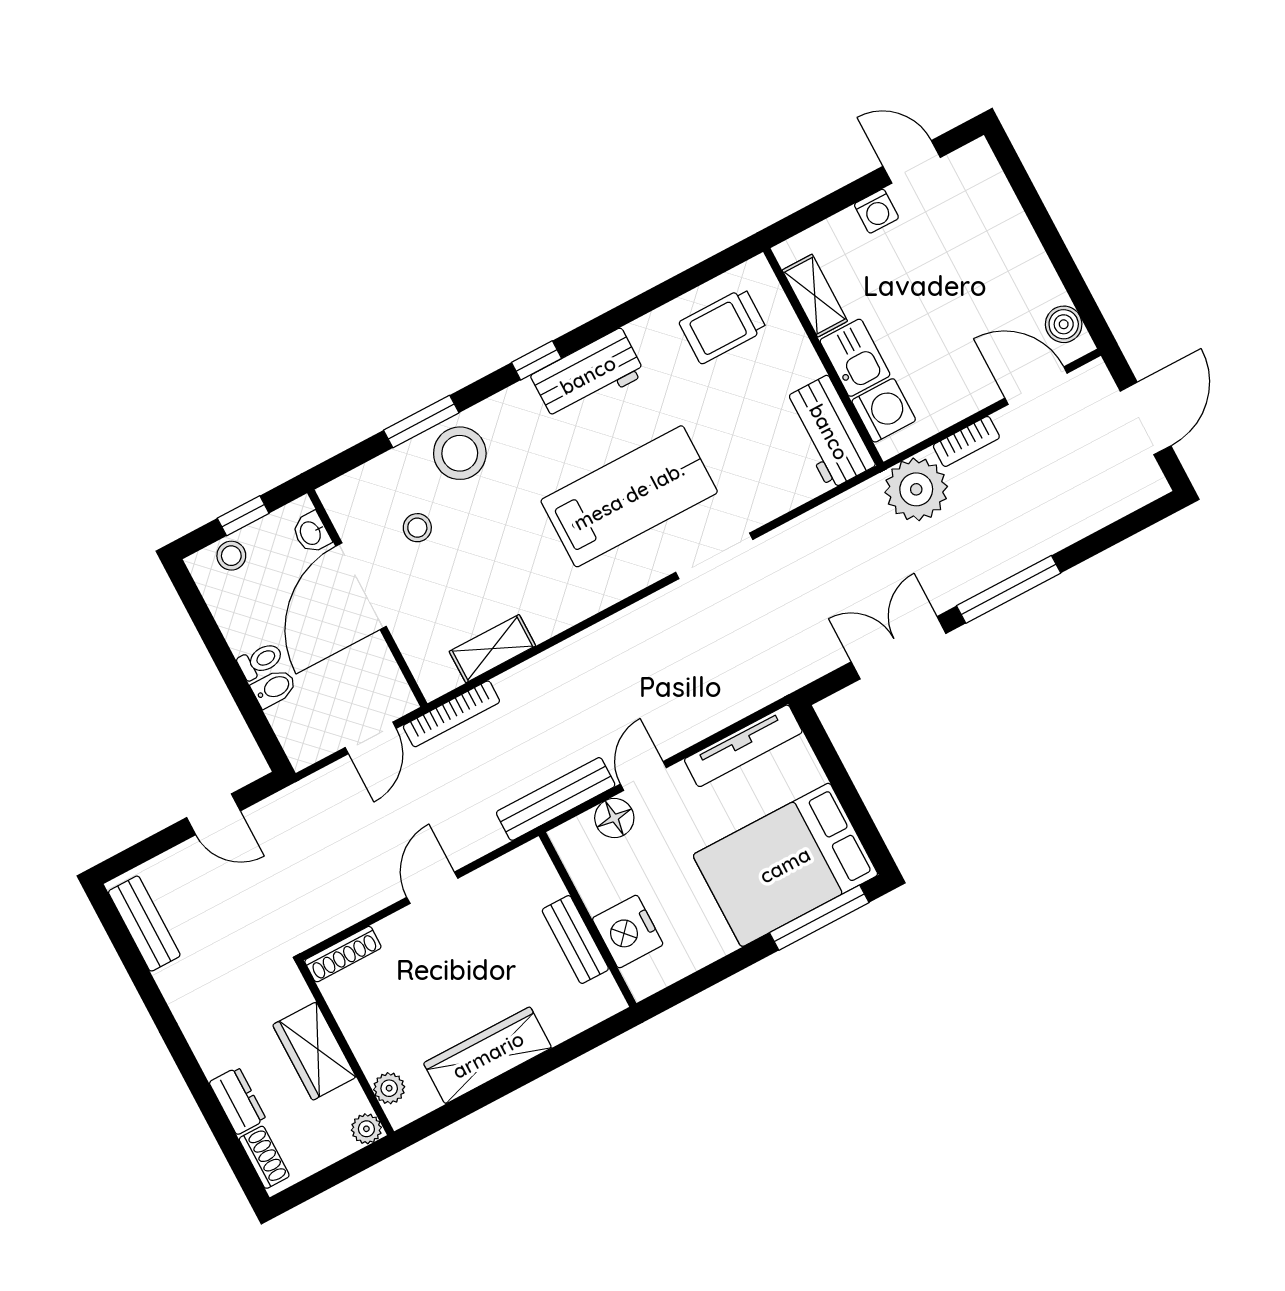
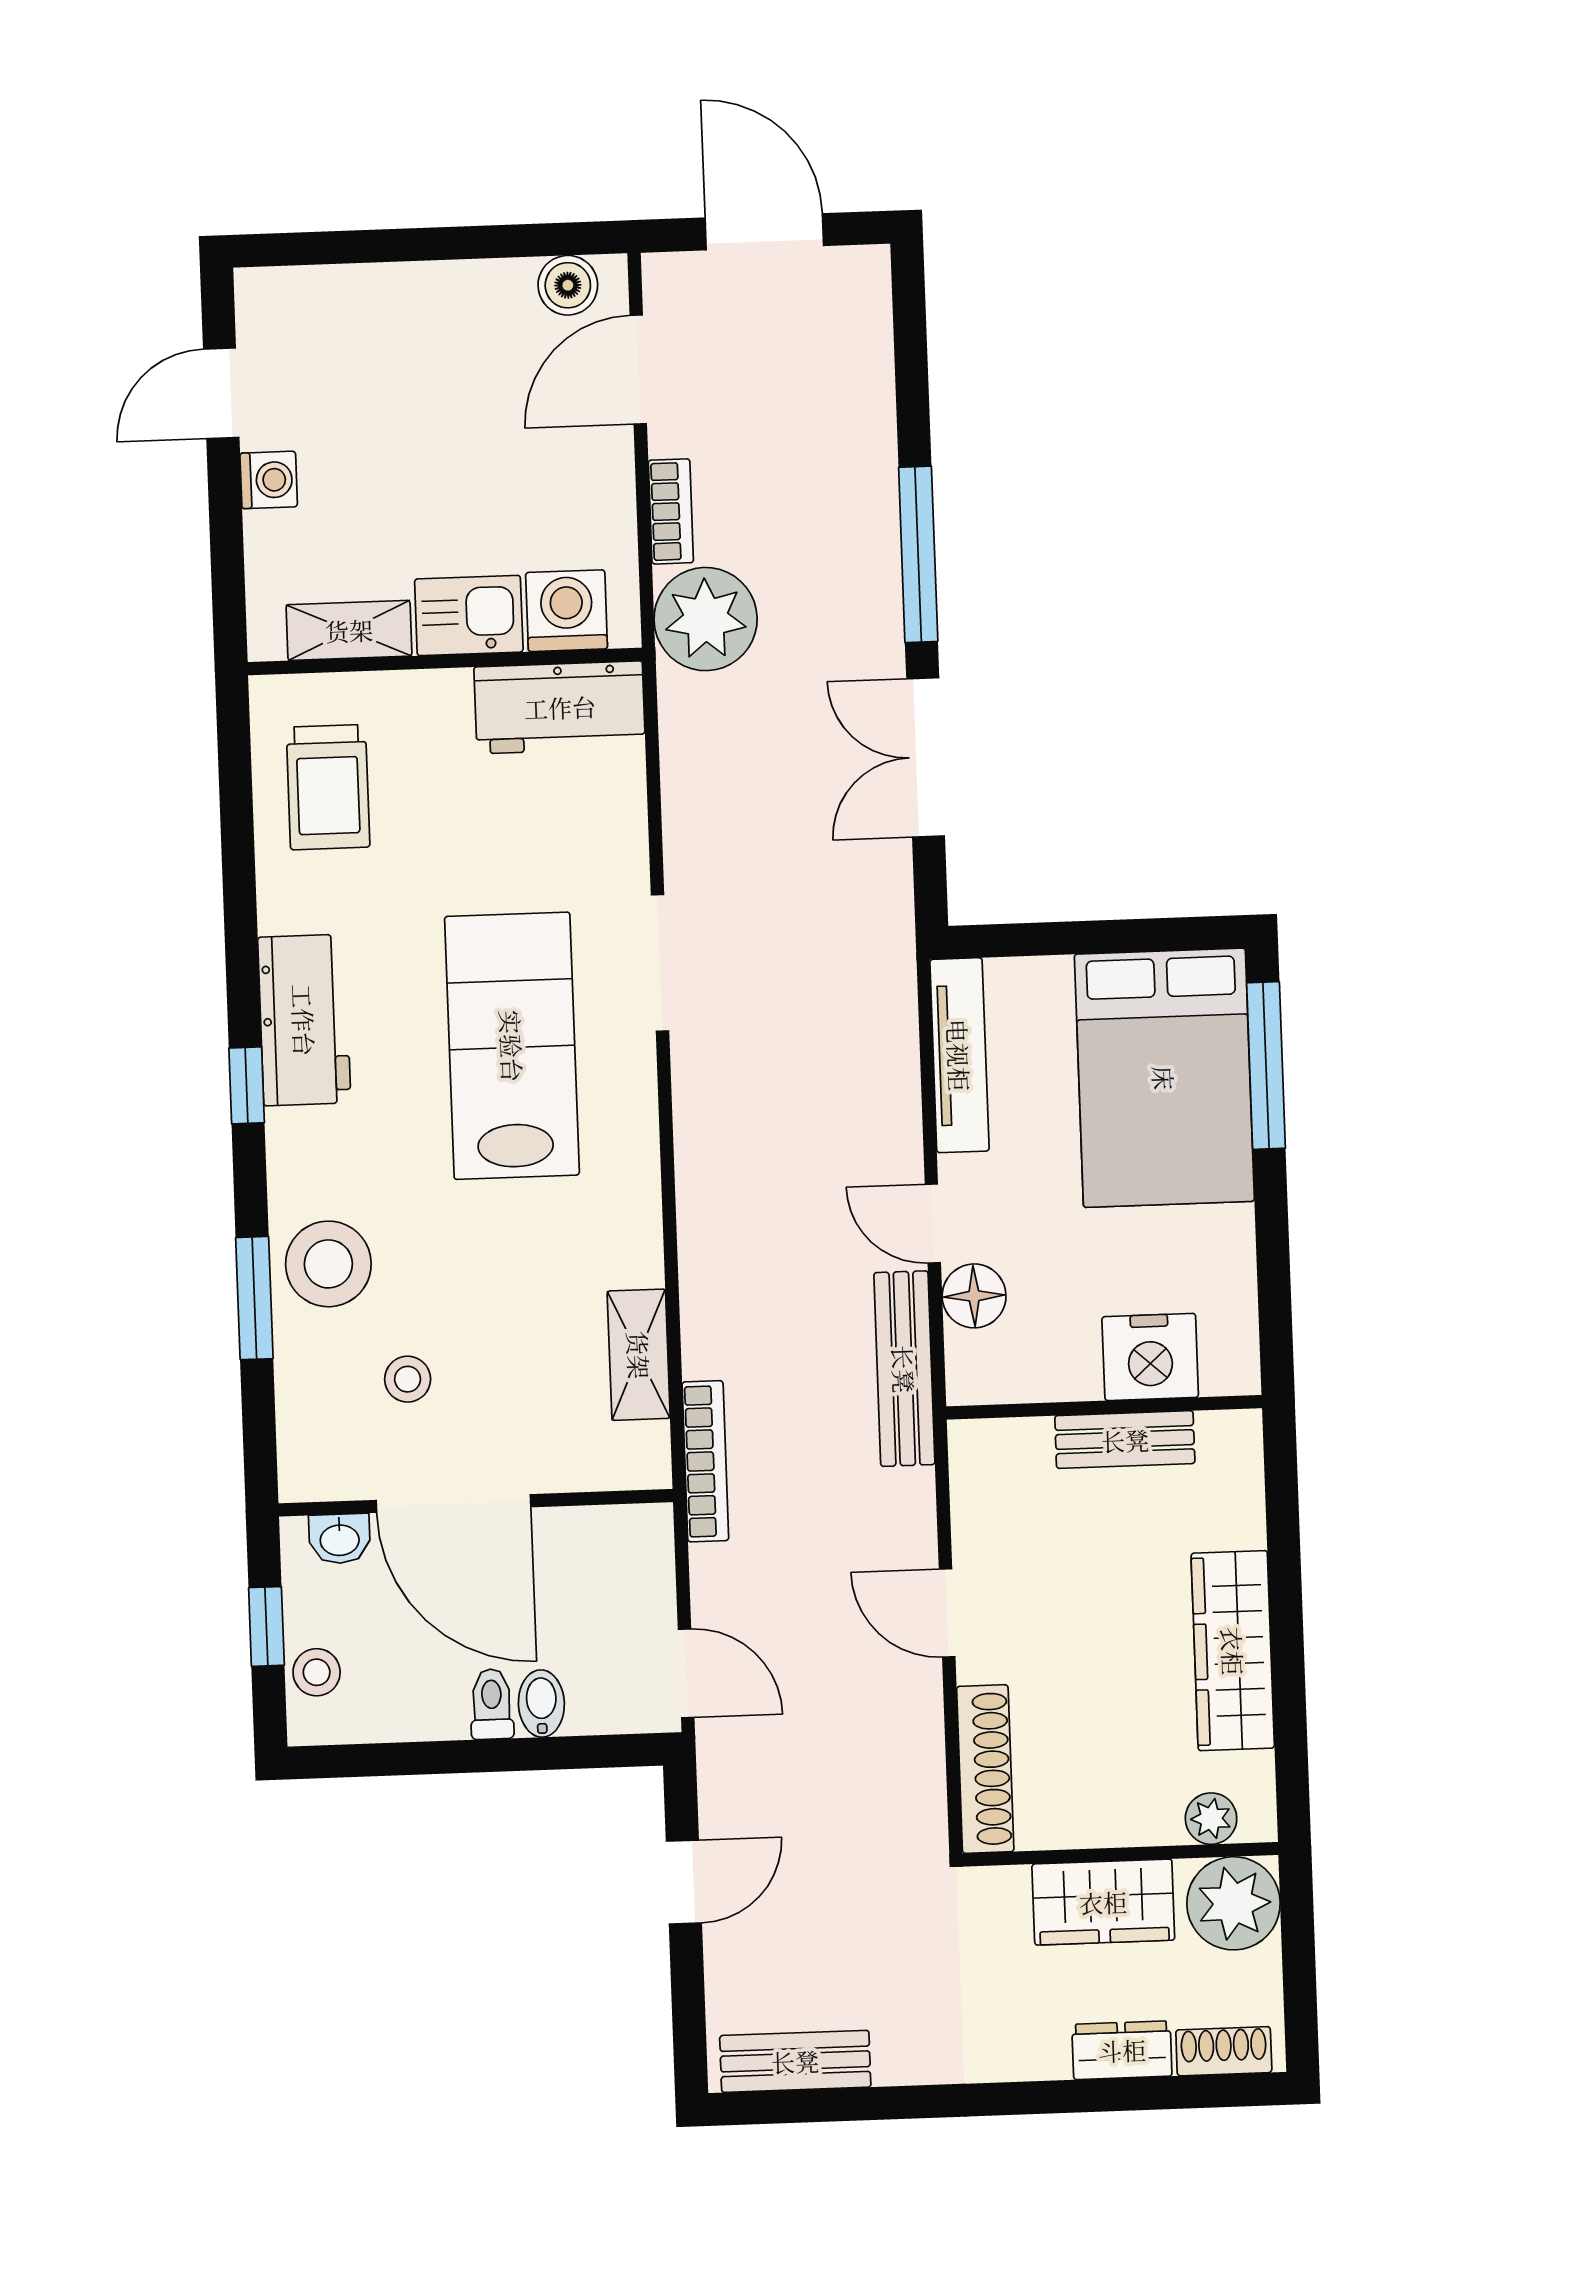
door: (371, 738) -> (686, 1673), moved
shoe rack: (343, 954) -> (985, 1769), width x1.36, depth x1.24
plant: (366, 1129) -> (1234, 1903), width x1.88, depth x1.88

